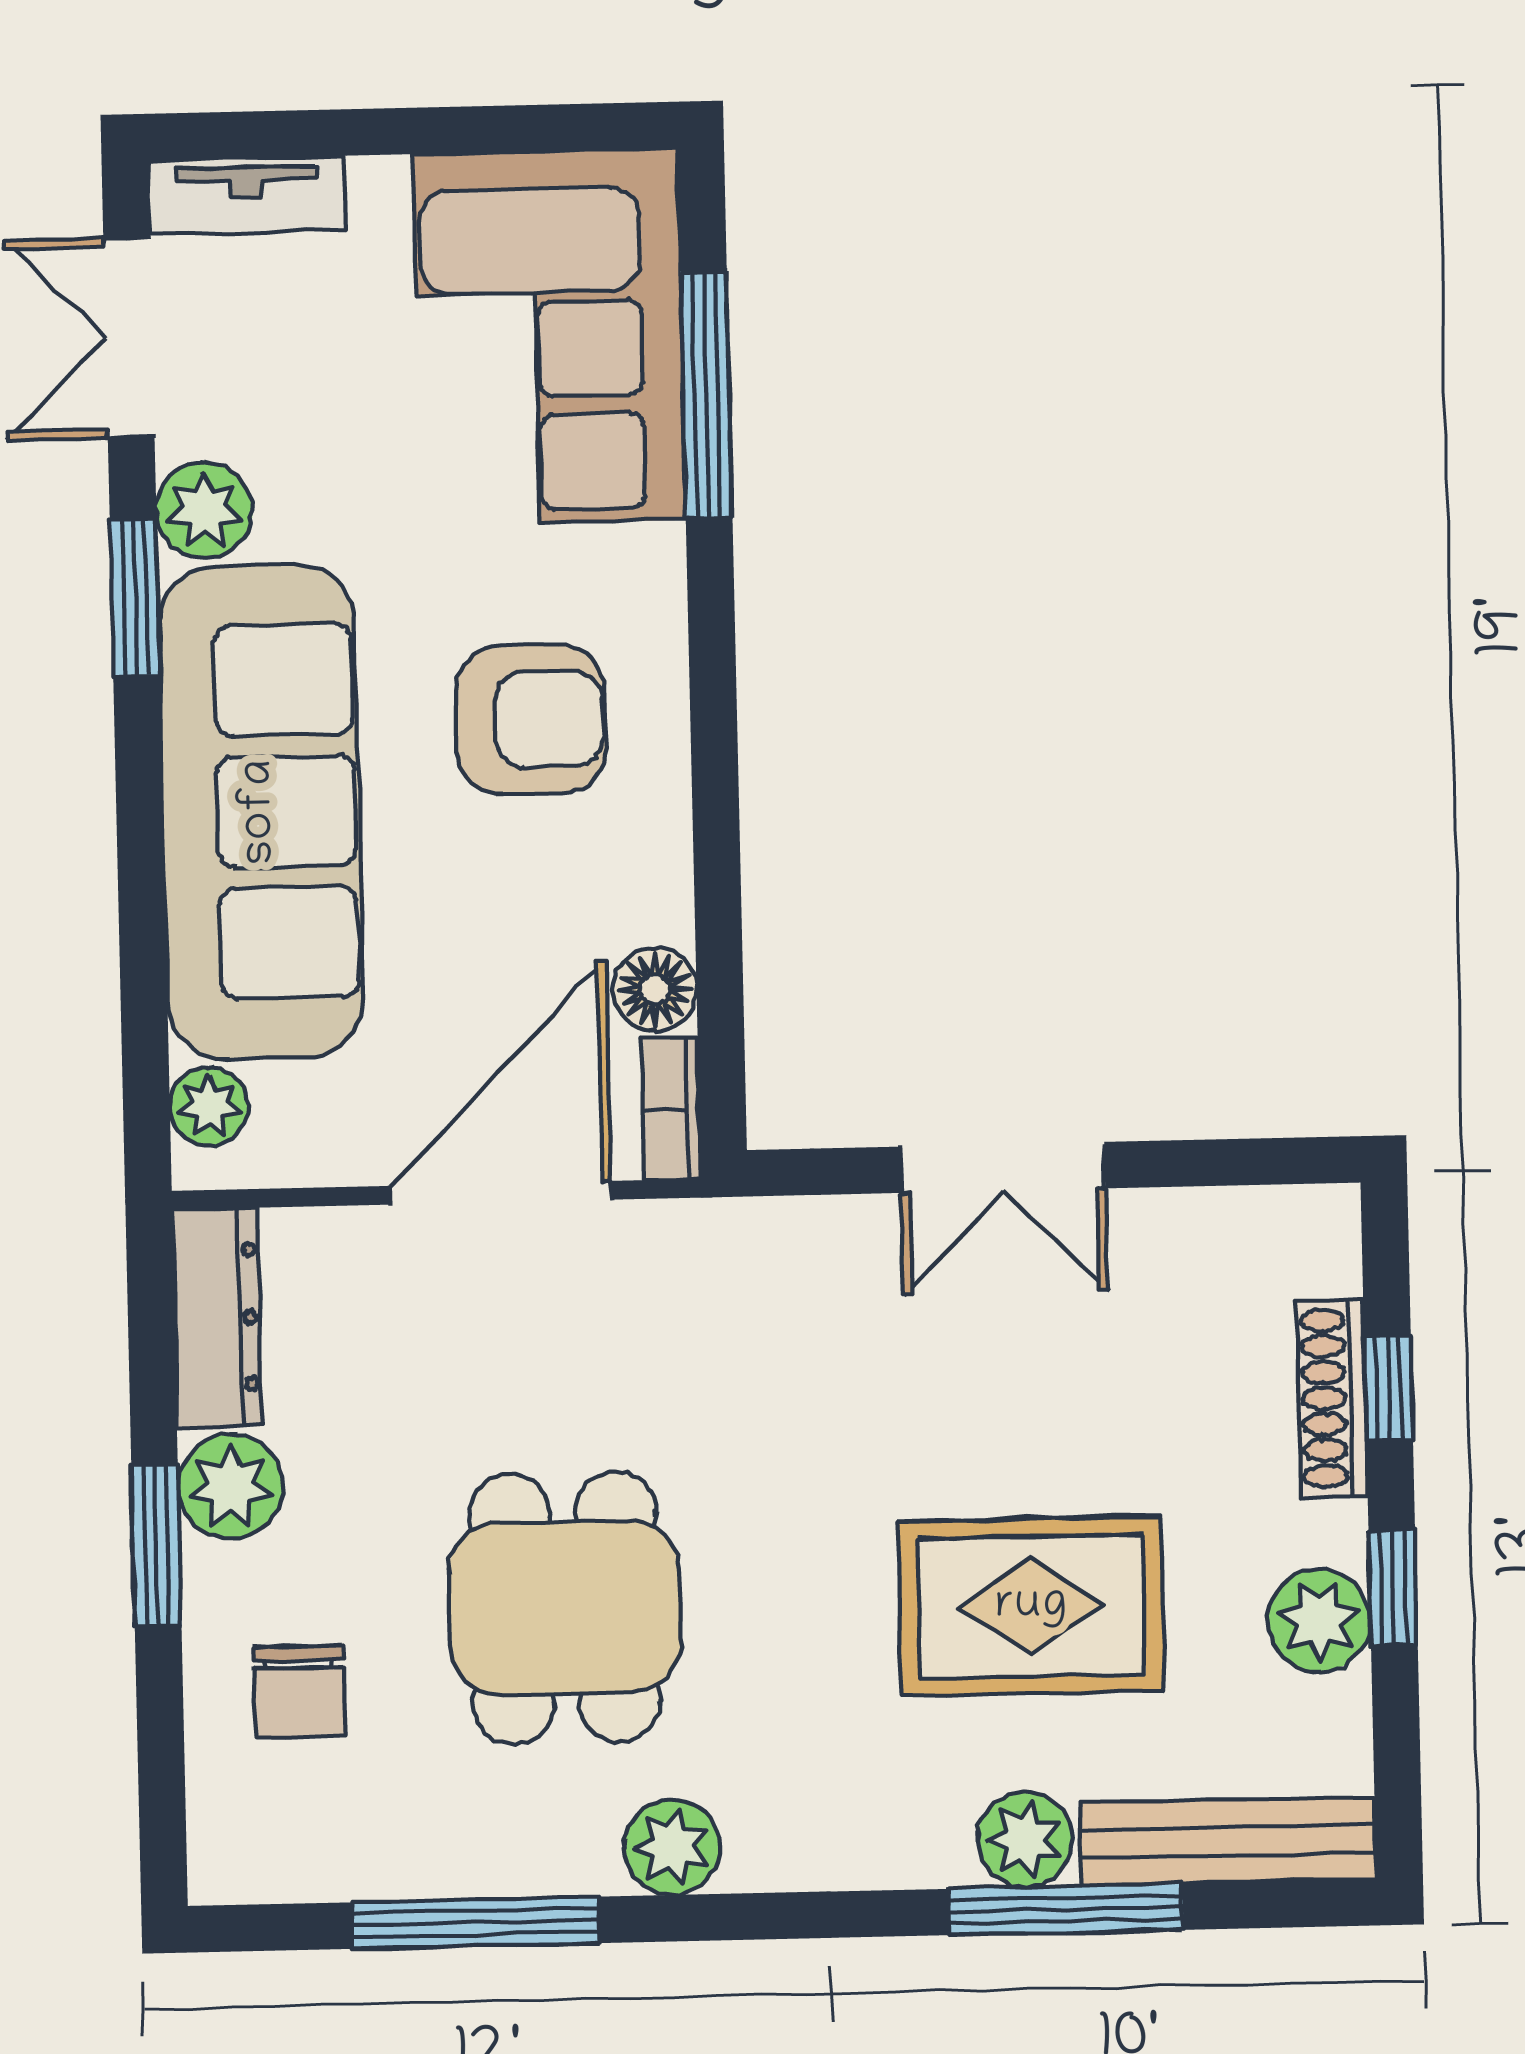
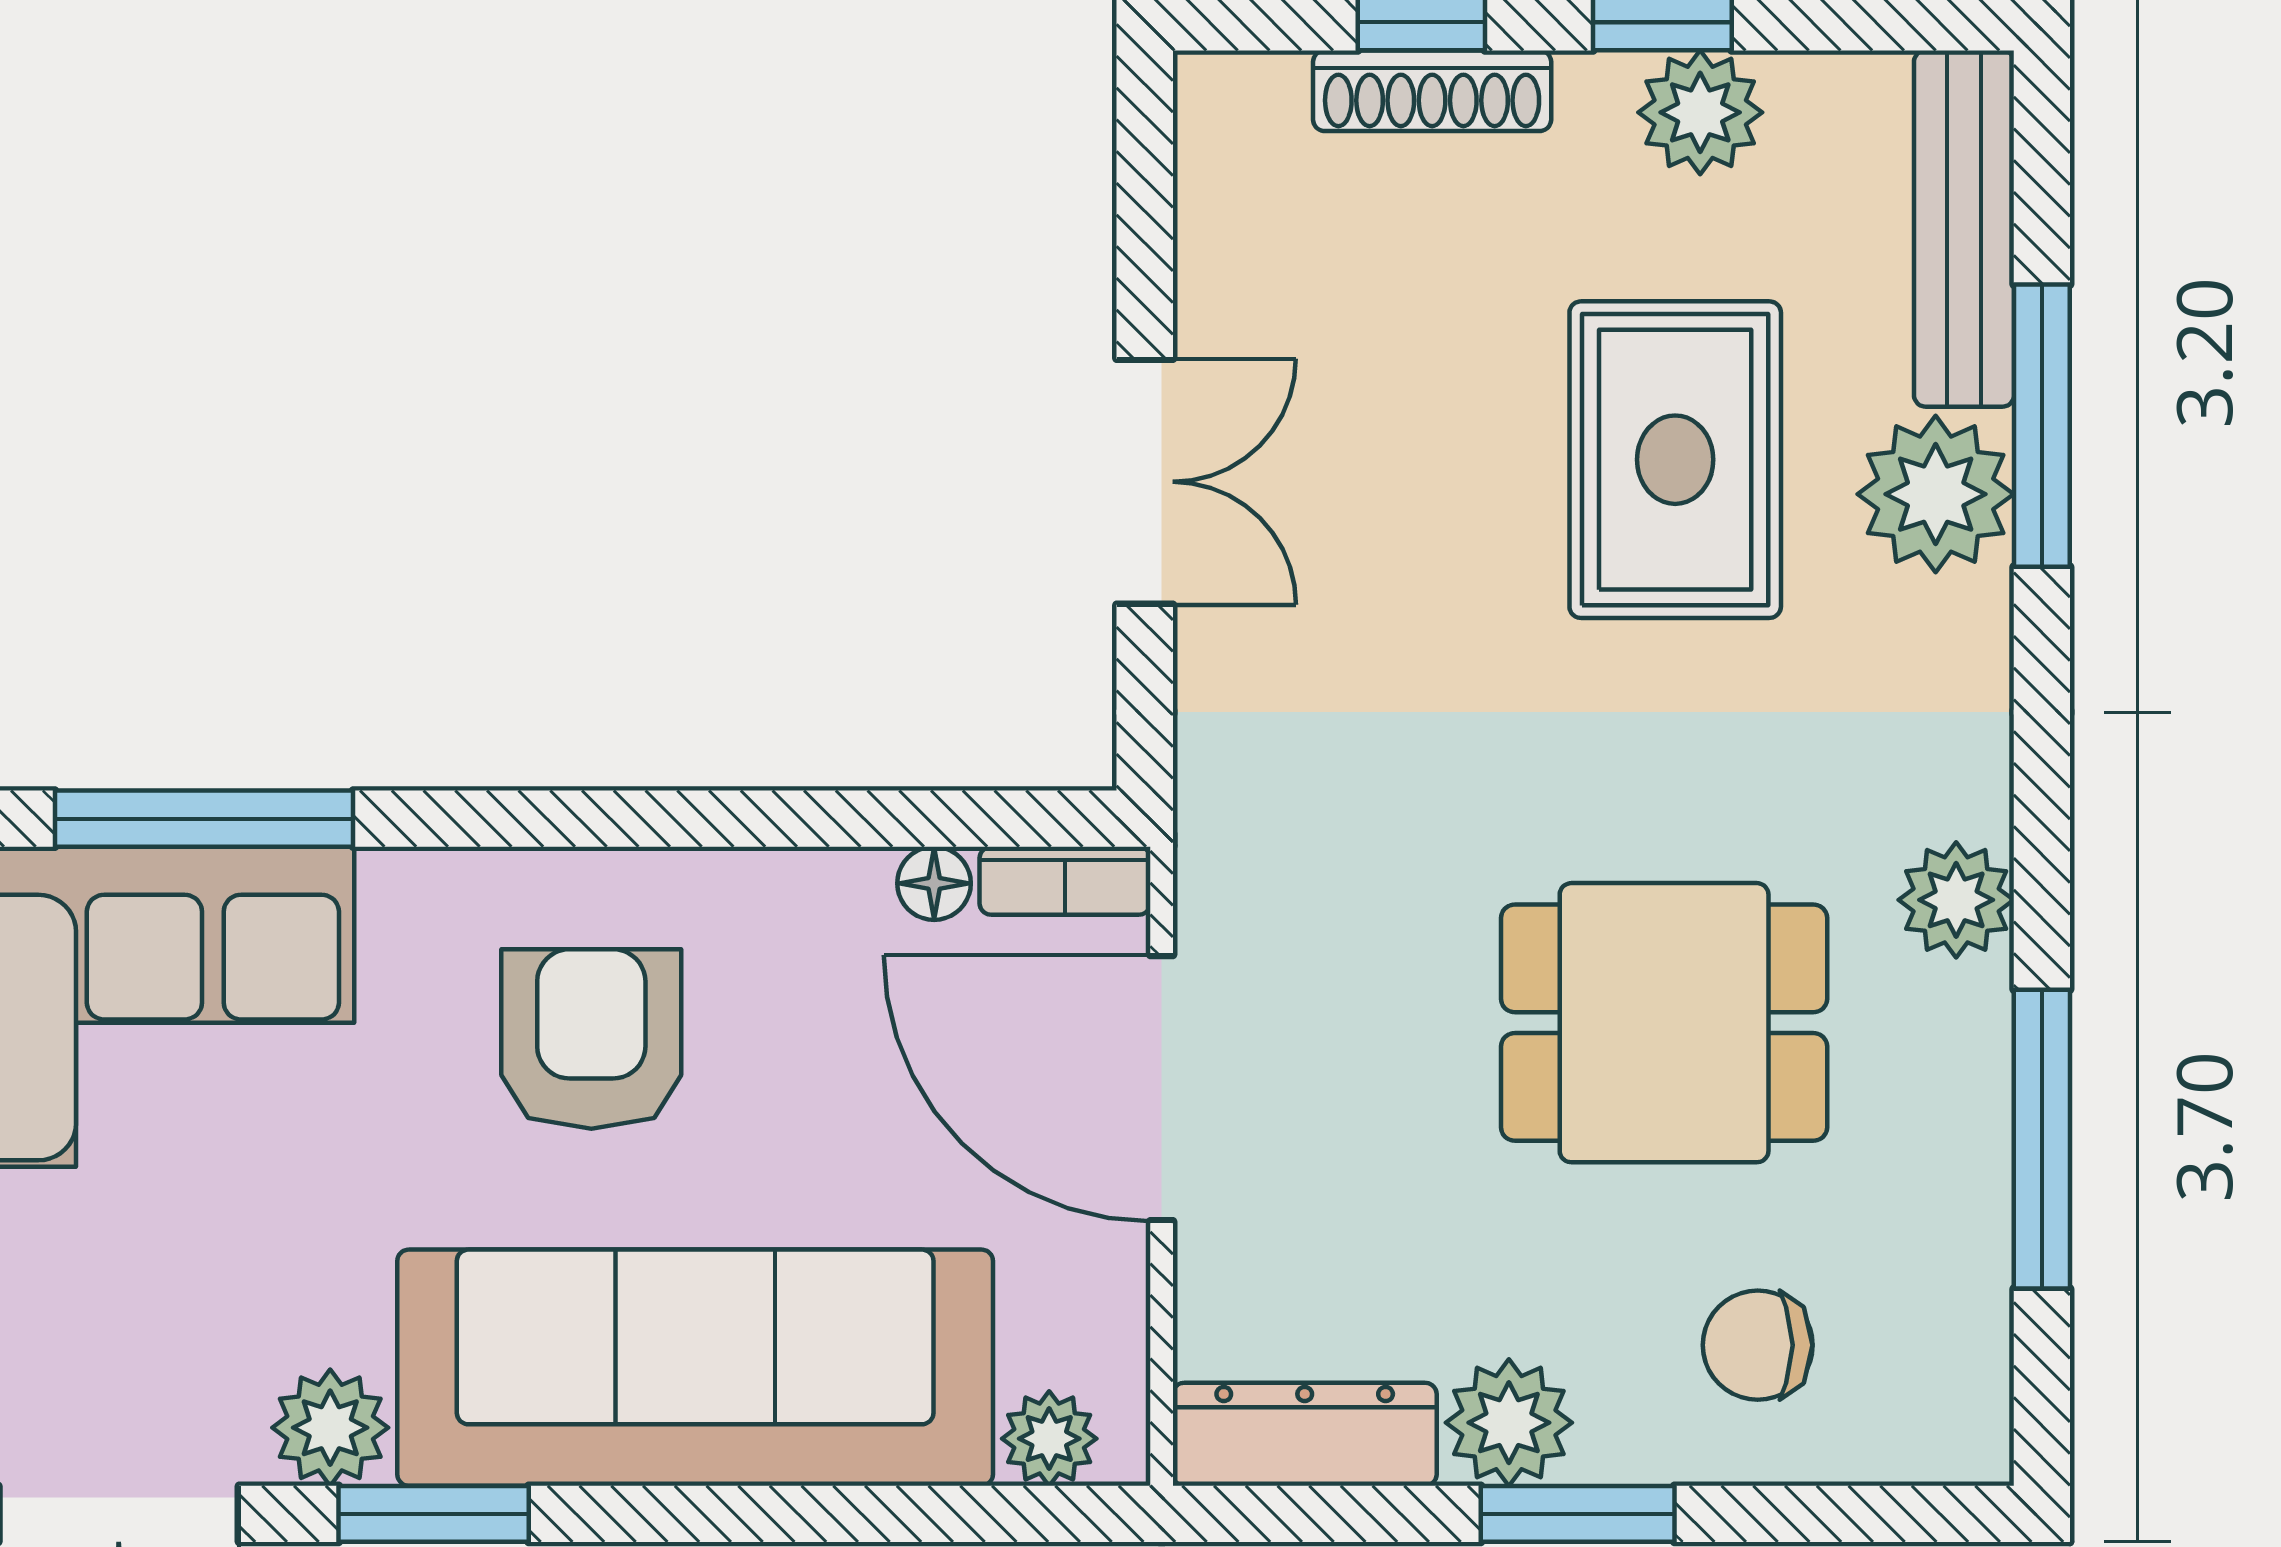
floor lamp: (655, 990) -> (934, 883), width x0.73, depth x0.73
chair: (299, 1691) -> (1758, 1345), turned 180
plant: (1025, 1839) -> (1936, 494), width x1.36, depth x1.36

